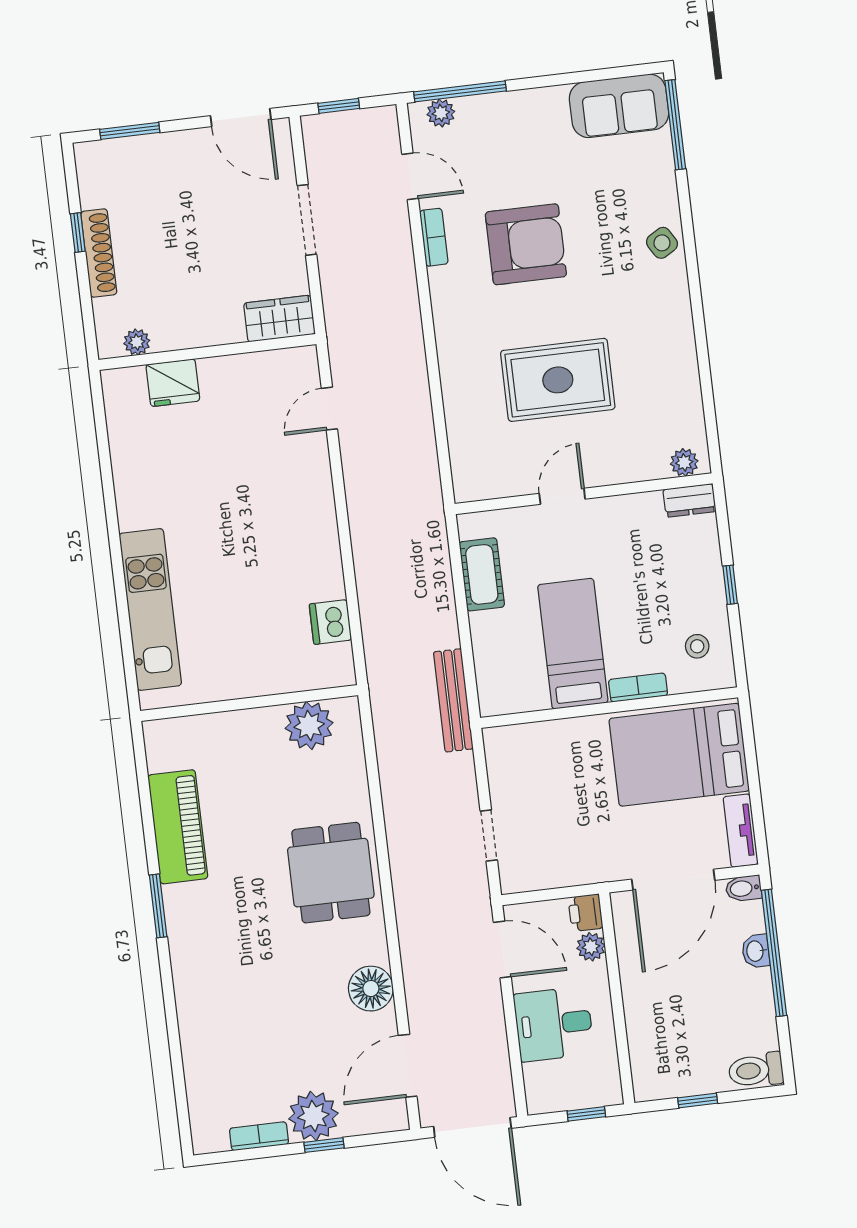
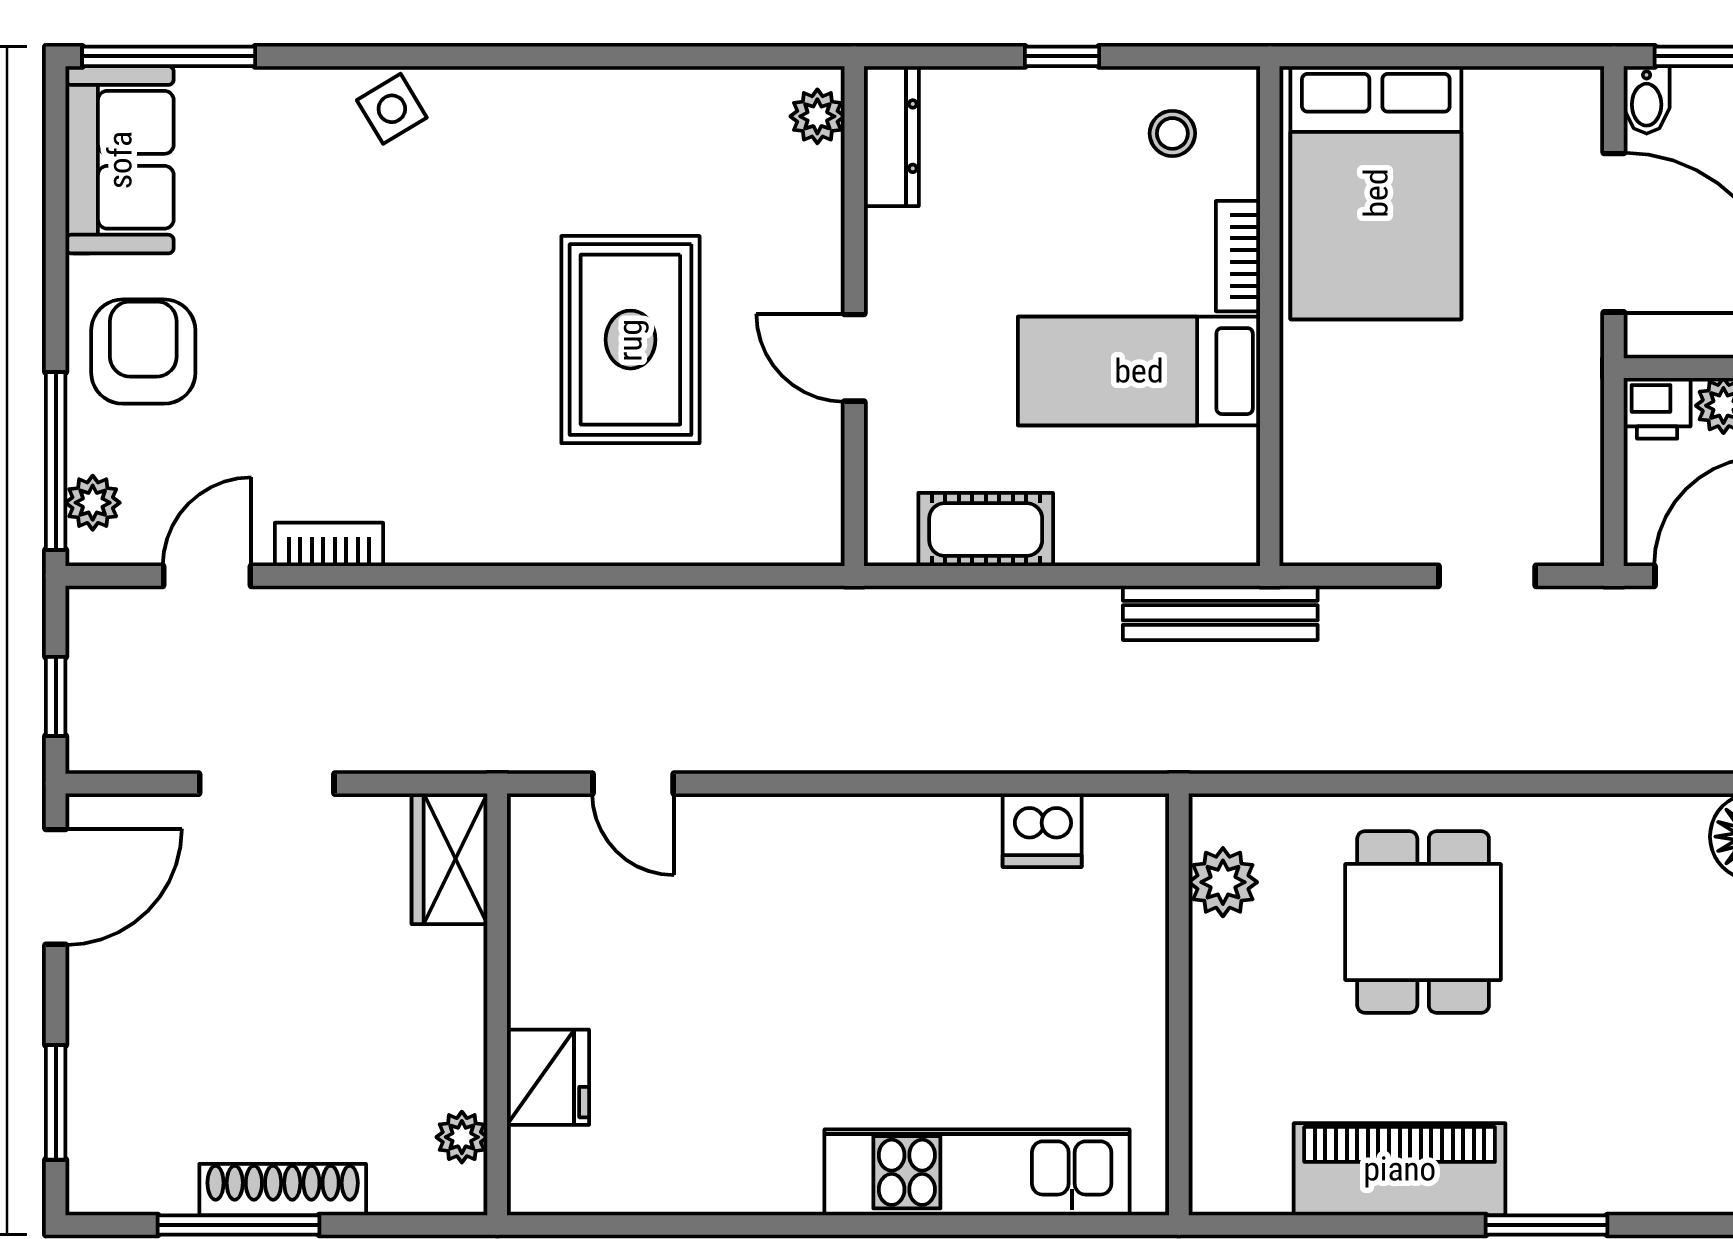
window: (78, 232) -> (238, 1225), width x2.17
armchair: (526, 244) -> (143, 352), moved, width x0.73, depth x0.73
dresser: (690, 500) -> (891, 136), width x1.44
plant: (309, 725) -> (1223, 882), width x0.73, depth x0.73
tv unit: (741, 831) -> (1535, 92), removed
dining table: (331, 873) -> (1423, 922), moved, turned 90

